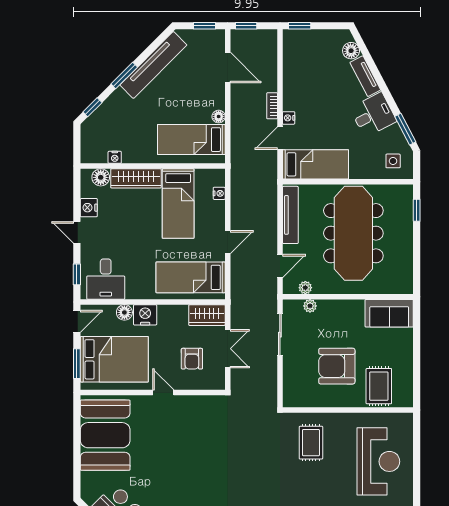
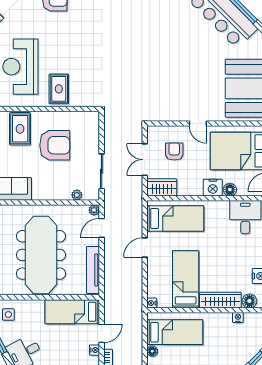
nightstand: (219, 193) -> (152, 303), moved
plant: (305, 288) -> (94, 210), moved
rug: (311, 443) -> (59, 89), moved

